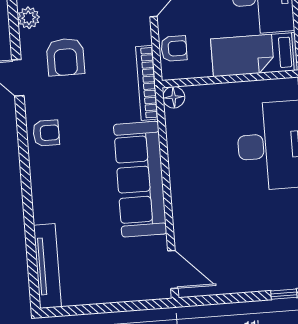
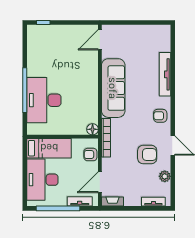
armchair: (65, 57) -> (147, 154), turned 90
tv unit: (47, 266) -> (165, 74), moved
door: (173, 270) -> (100, 40), hinge flipped

